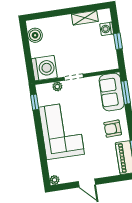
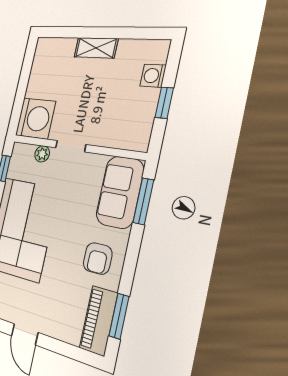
shelving: (85, 18) -> (96, 48), moved
boiler: (35, 35) -> (42, 62), removed
armchair: (113, 129) -> (98, 259), turned -88

